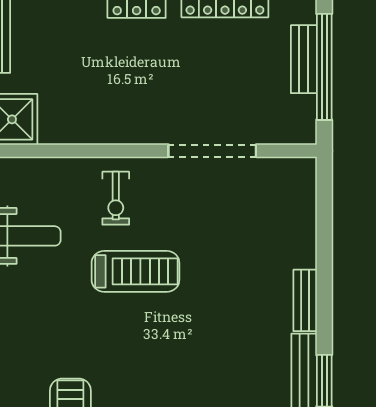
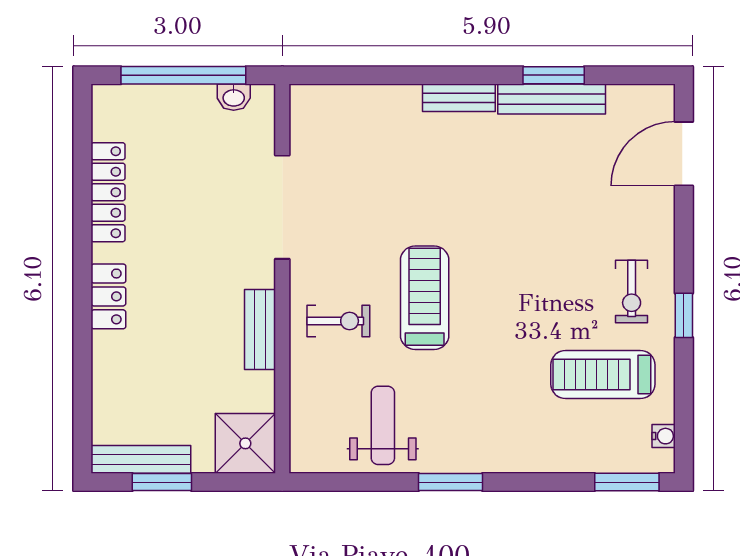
bench: (304, 59) -> (260, 329), moved, turned 90
washbasin: (306, 109) -> (234, 97), added

